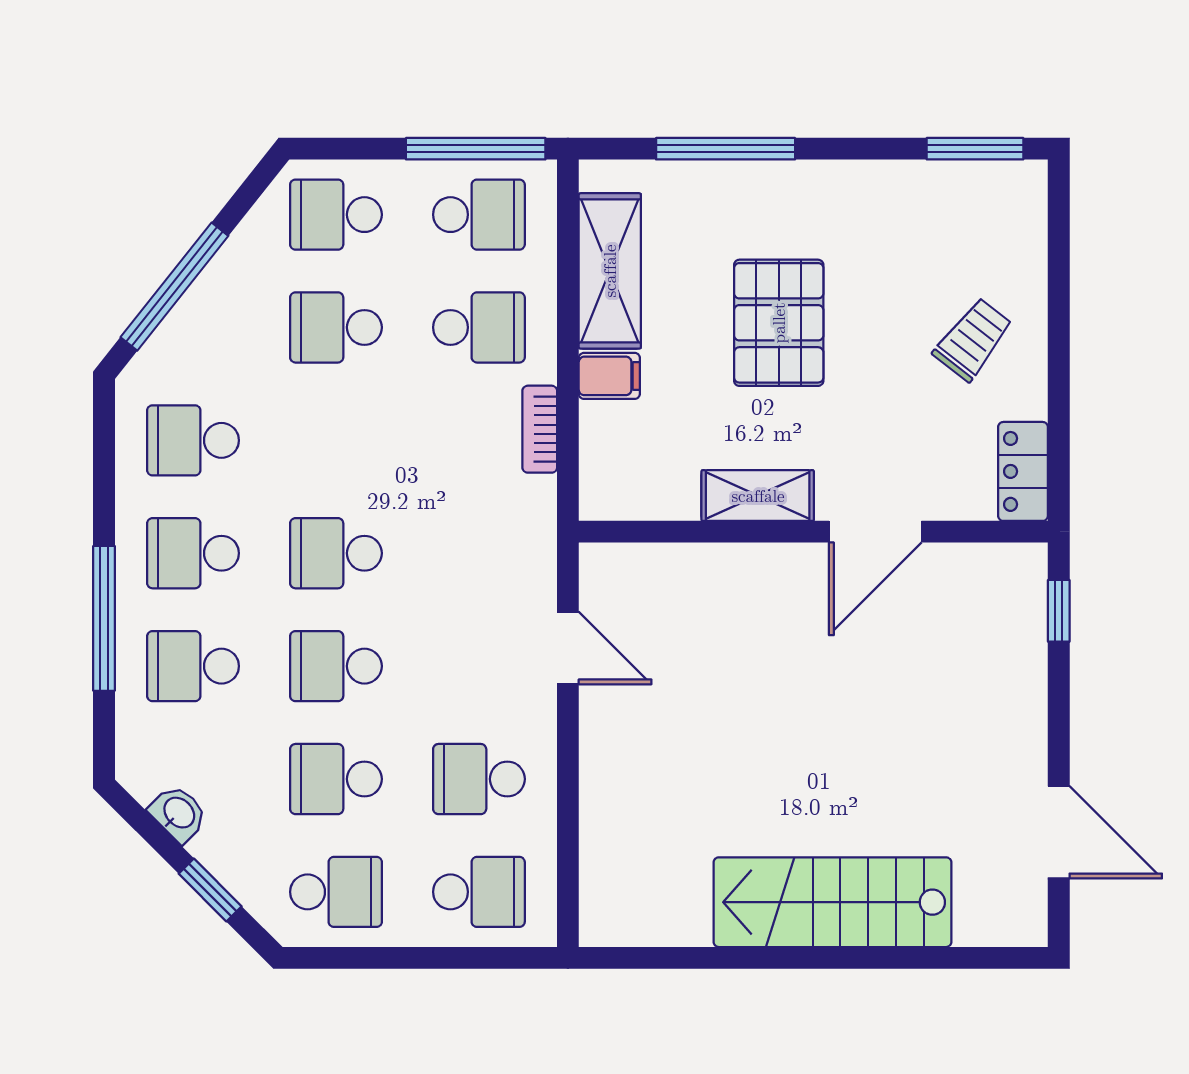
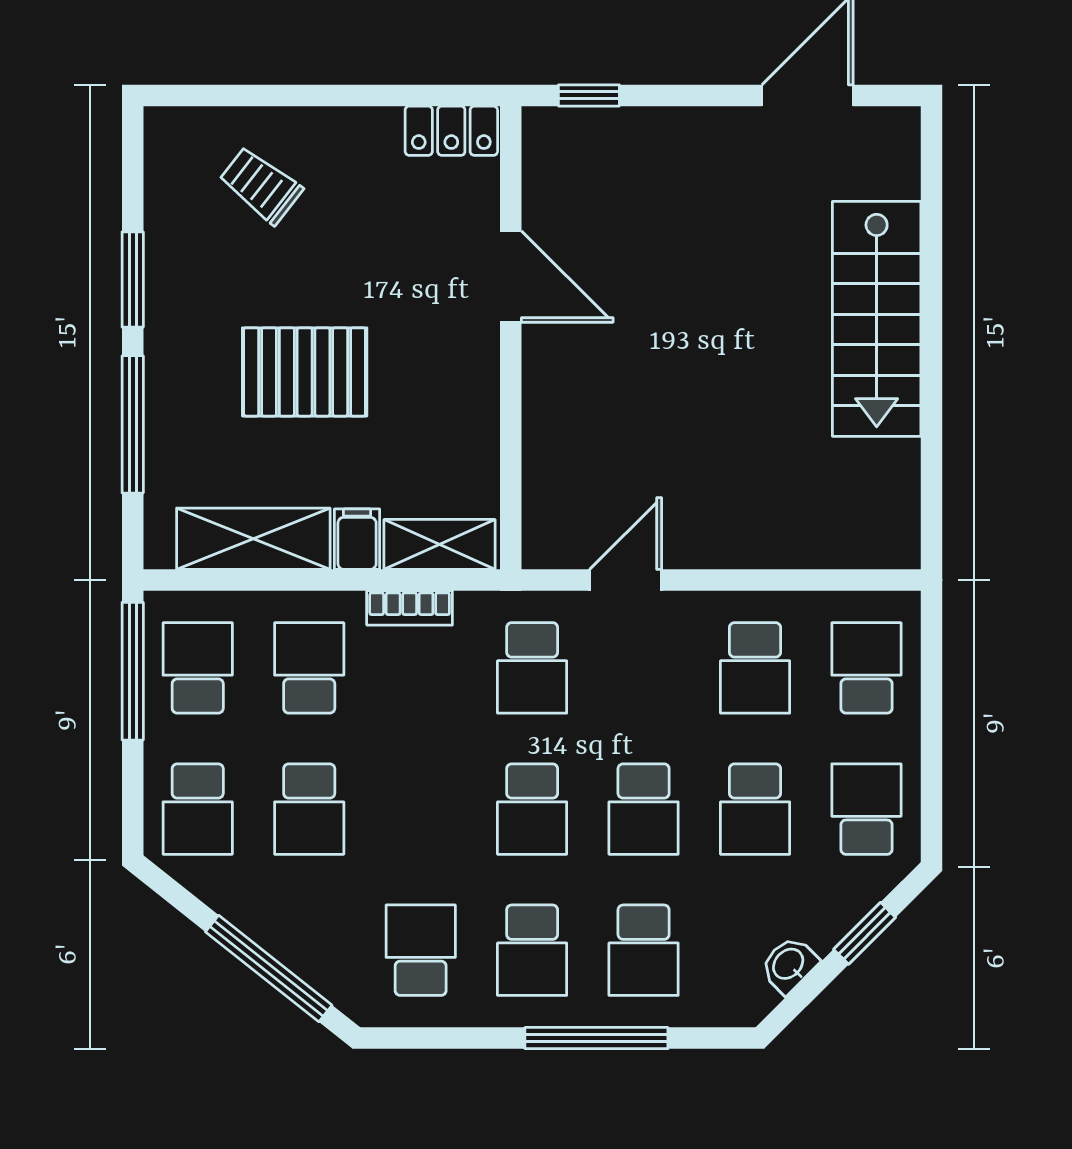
window: (975, 149) -> (133, 280), moved
trolley: (973, 339) -> (261, 185), moved
school desk: (193, 440) -> (421, 950), turned 180
shelving: (758, 496) -> (440, 544), moved, turned 90
school desk: (479, 553) -> (532, 668), added

